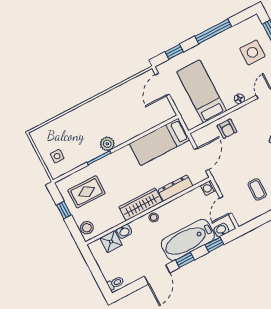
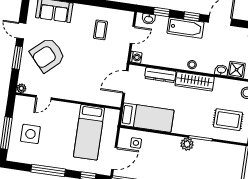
floor lamp: (239, 99) -> (65, 107), removed
armchair: (227, 129) -> (90, 91), removed
side table: (57, 156) -> (136, 143), moved
bathtub: (188, 240) -> (186, 28), width x0.73, depth x0.73

